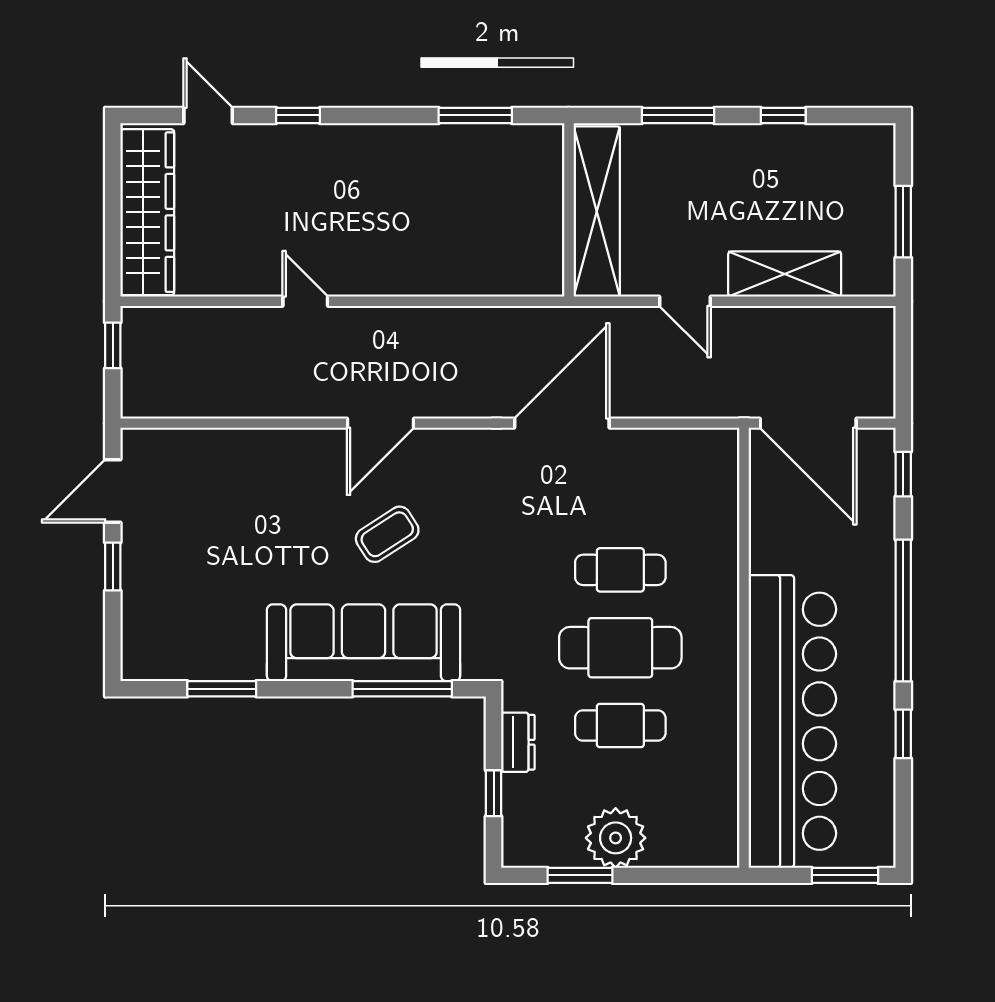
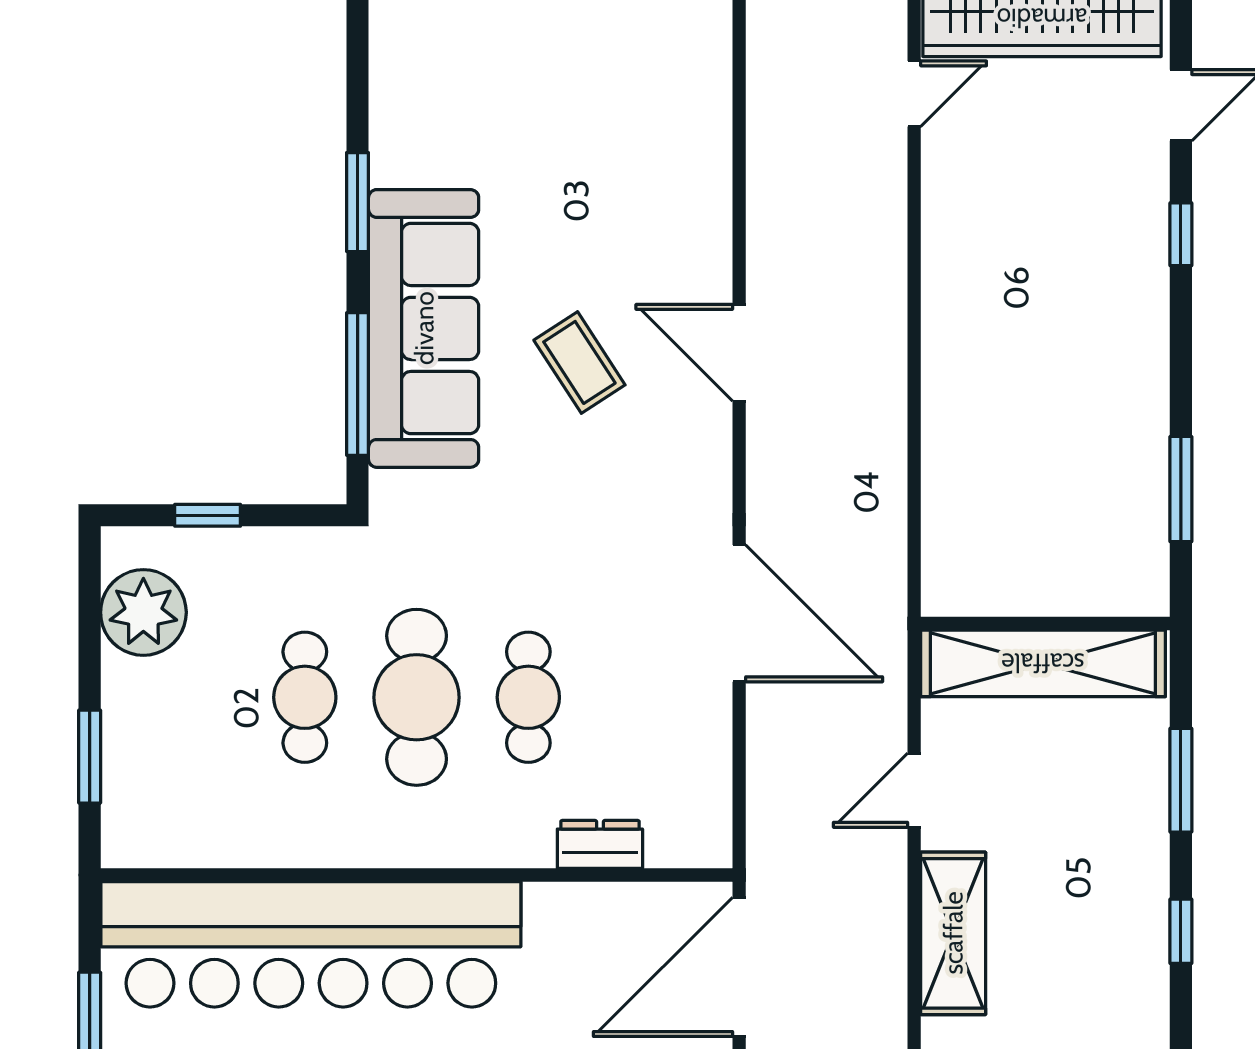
door: (305, 301) -> (914, 94), moved
window: (222, 689) -> (358, 202), moved
dresser: (518, 742) -> (600, 844), moved, turned 180
plant: (616, 838) -> (143, 612), moved
window: (580, 875) -> (90, 757), moved

